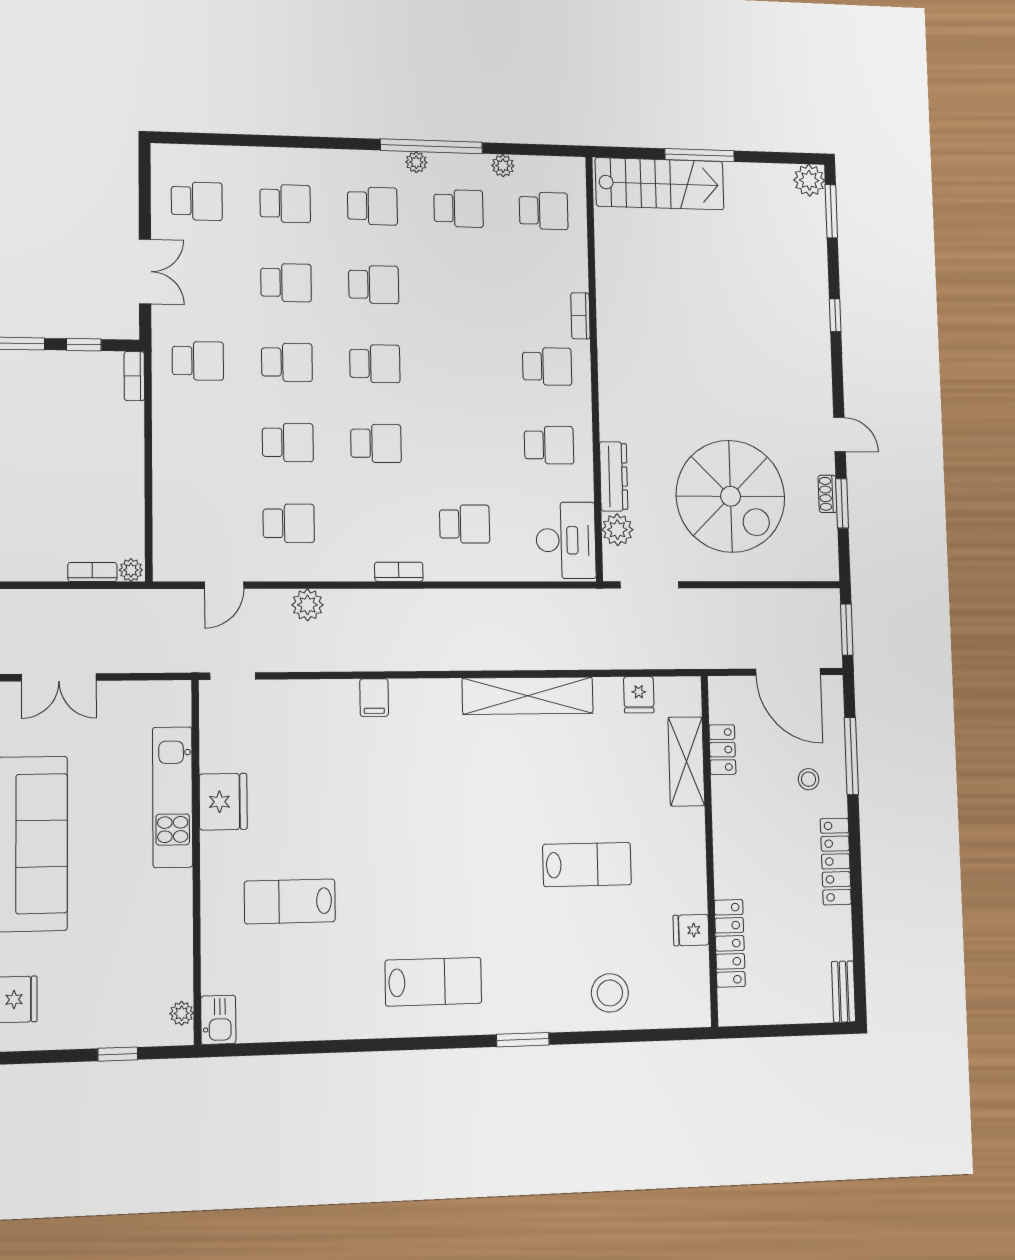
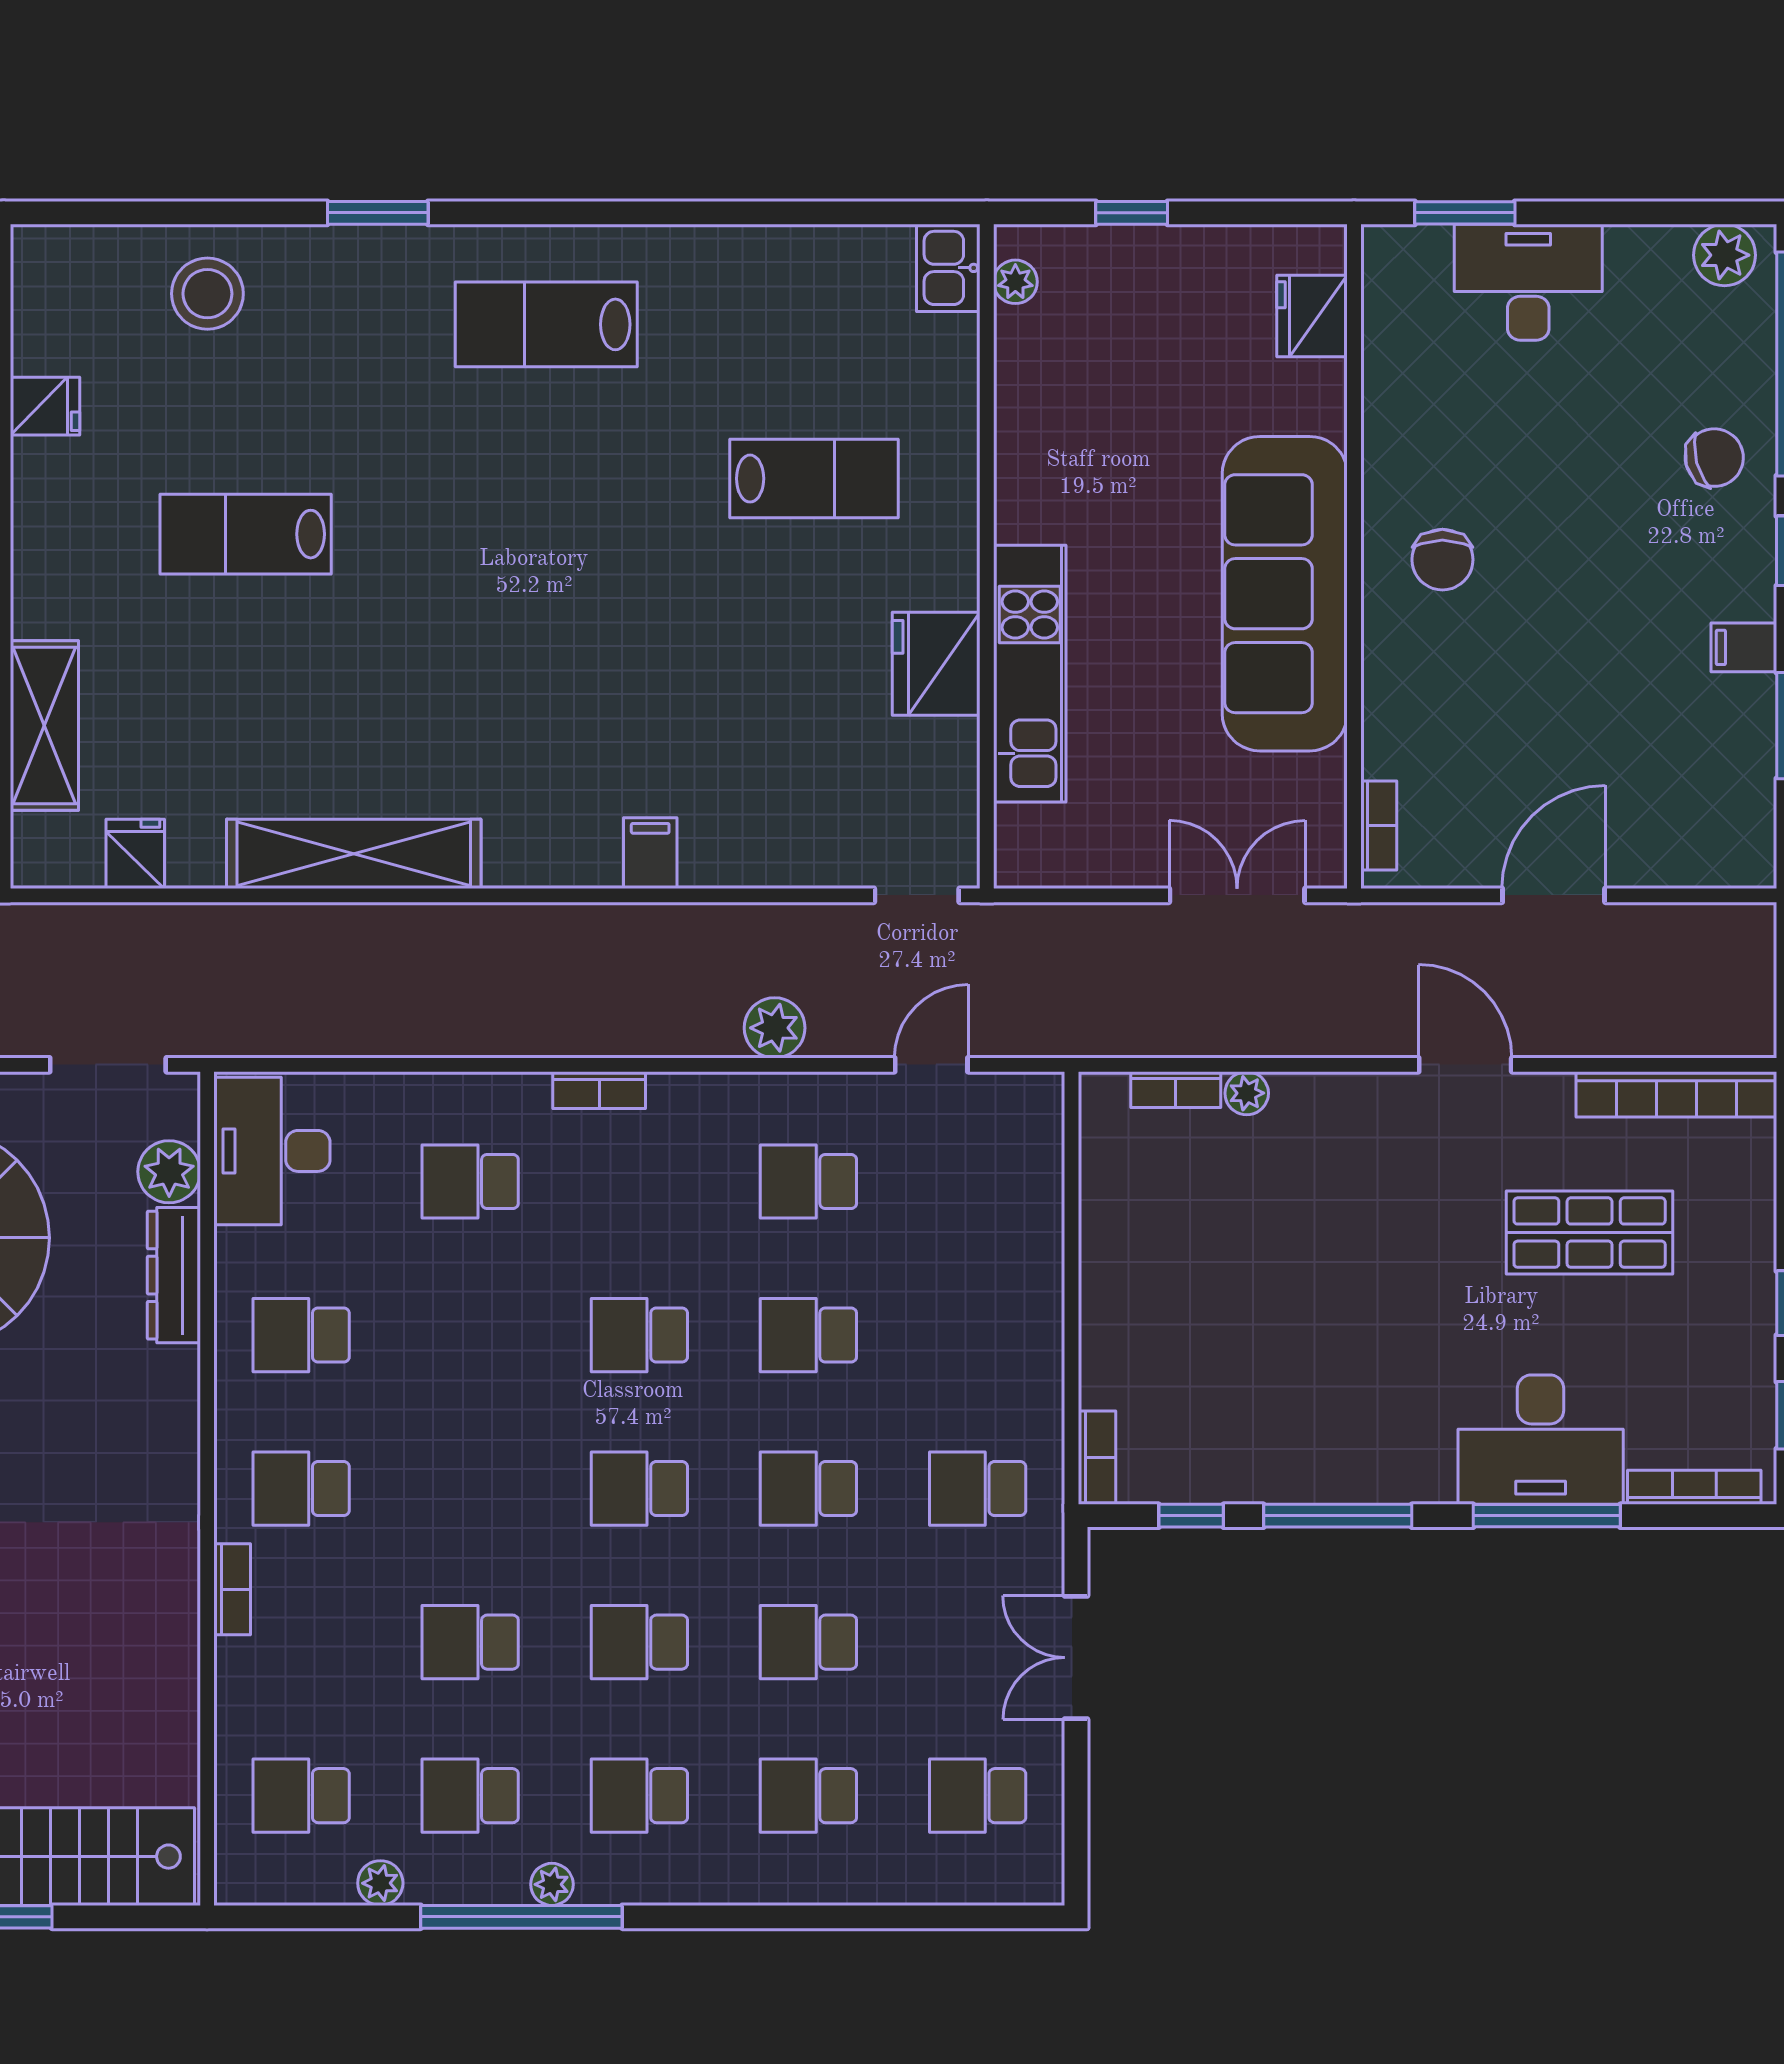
school desk: (460, 286) -> (470, 1642), added
plant: (131, 570) -> (1247, 1093), moved

